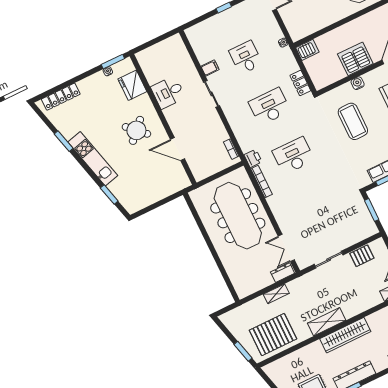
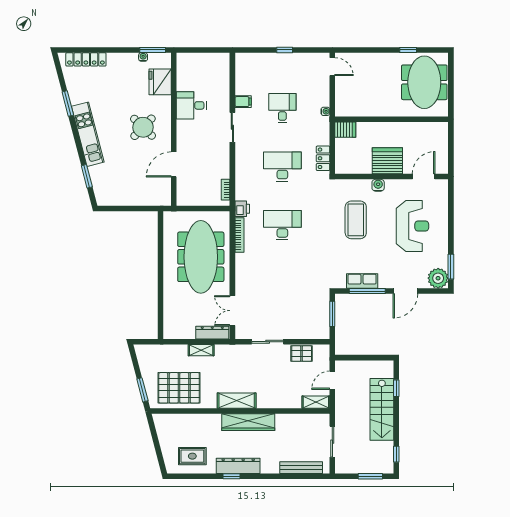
door: (177, 149) -> (174, 164), hinge flipped
dresser: (283, 273) -> (212, 333), width x1.44

